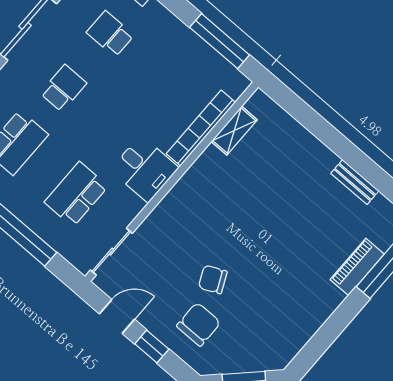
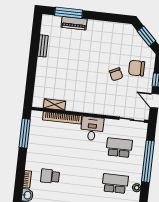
school desk: (110, 34) -> (50, 176), turned 90
school desk: (63, 88) -> (83, 180), removed
school desk: (76, 194) -> (119, 148), turned 180

